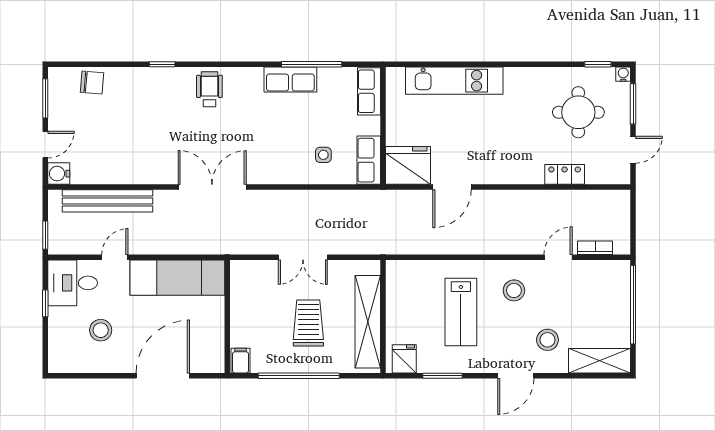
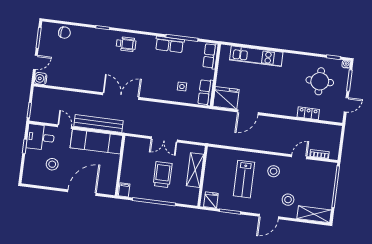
wheelchair: (209, 89) -> (126, 44), turned 90
bench: (107, 201) -> (98, 124), moved
door: (115, 257) -> (65, 127), hinge flipped
shelving: (368, 322) -> (195, 170), width x0.68

